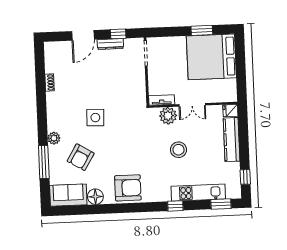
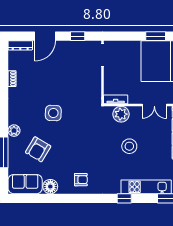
dresser: (110, 44) -> (20, 45), moved
double door: (192, 105) -> (154, 105), moved
armchair: (128, 188) -> (81, 180), width x0.53, depth x0.53

